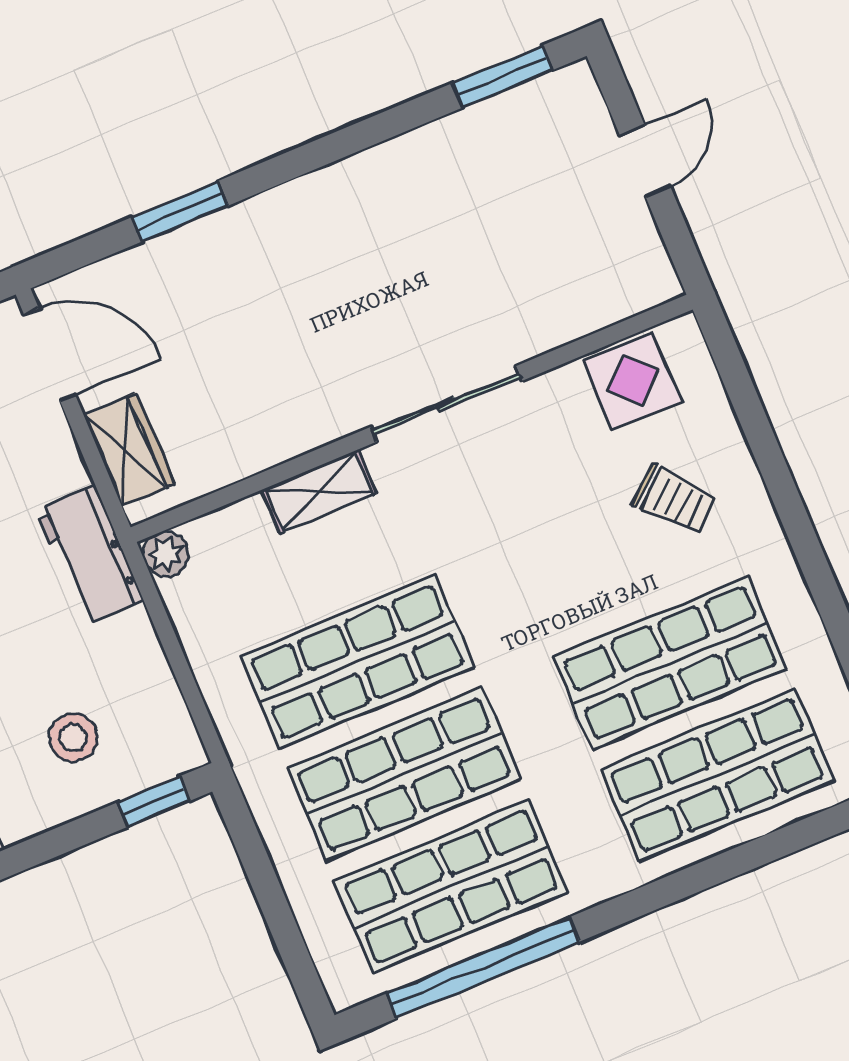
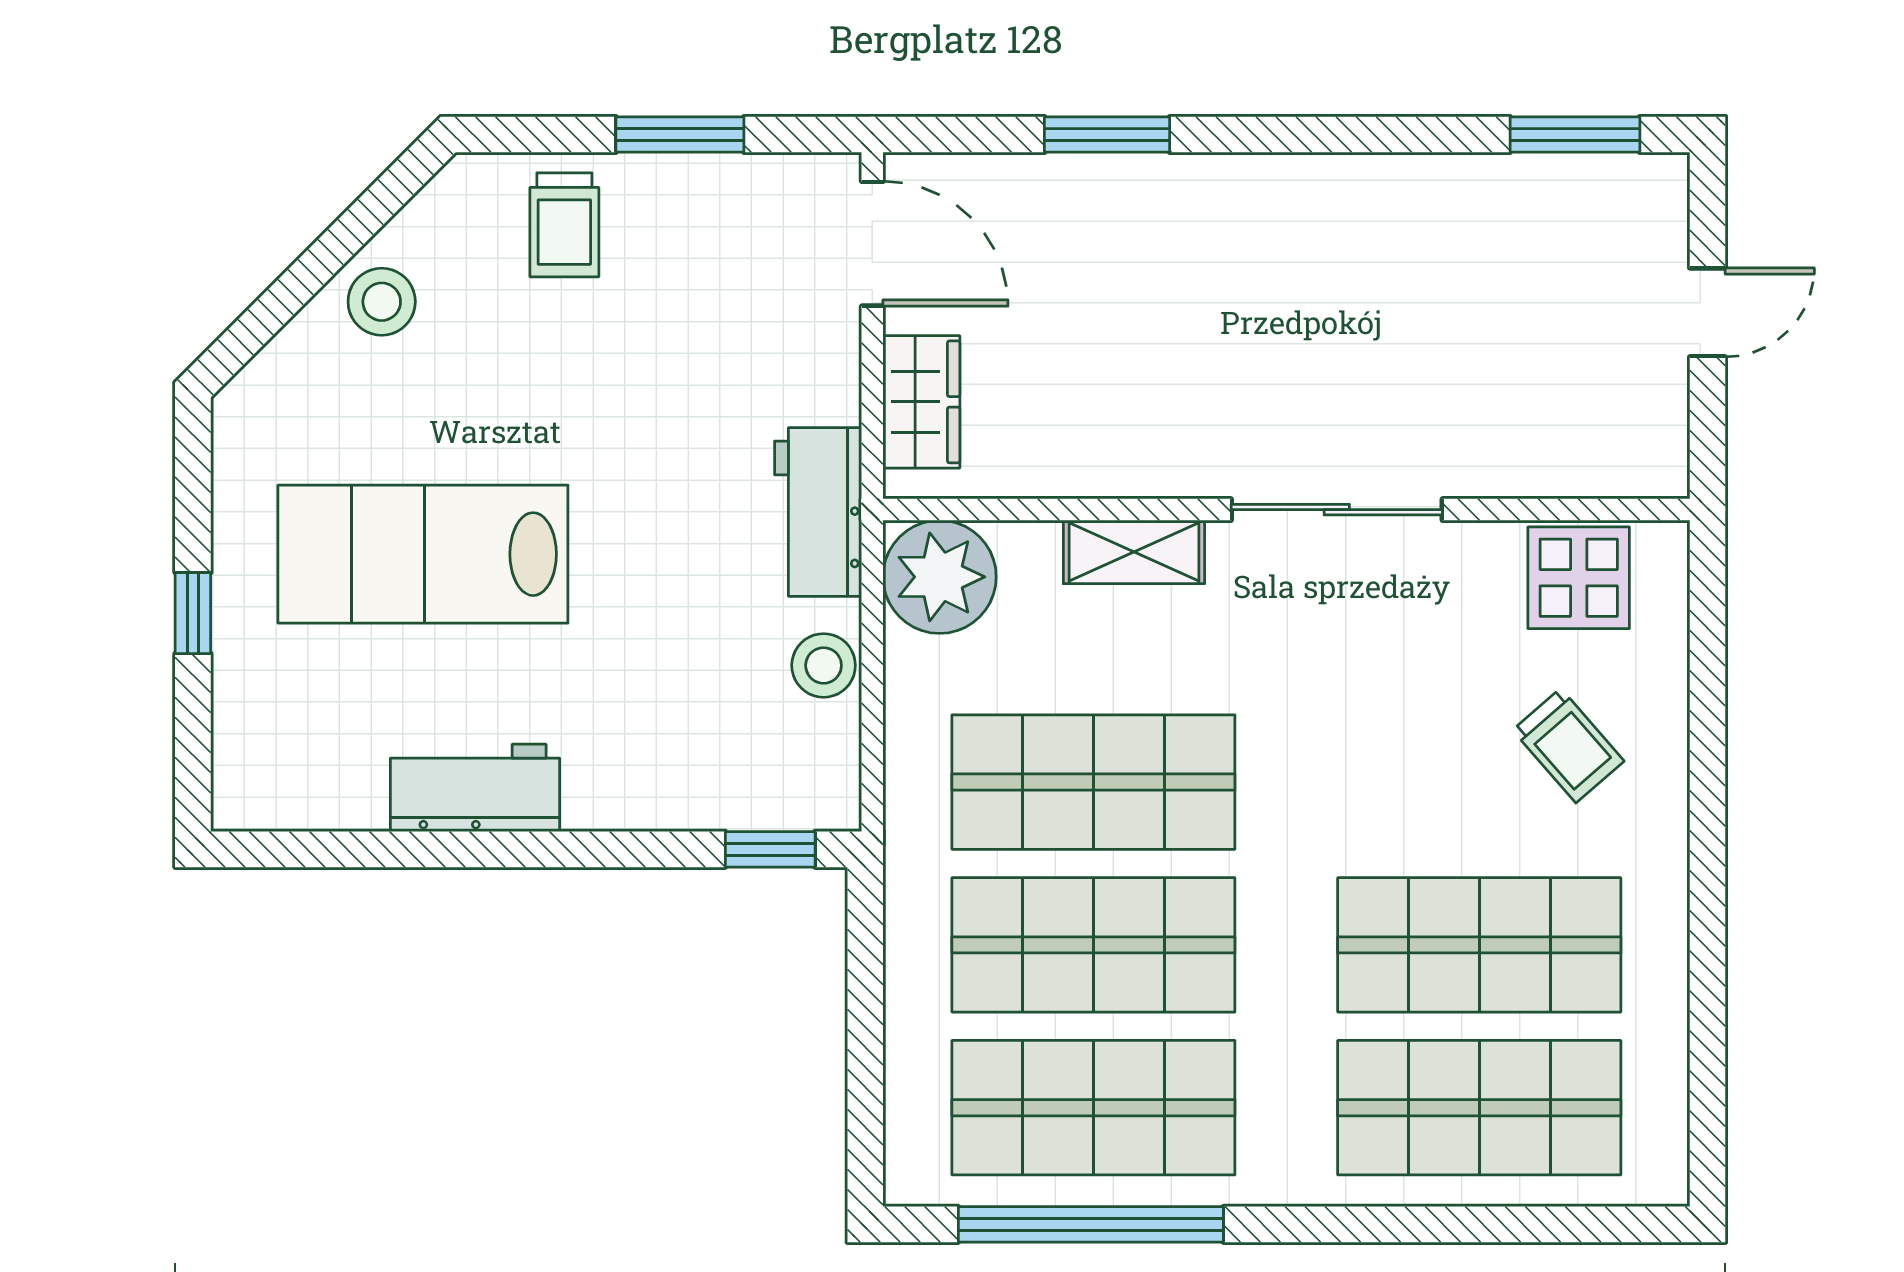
plant: (166, 554) -> (940, 577), width x1.88, depth x1.88
stool: (73, 738) -> (824, 665), moved

